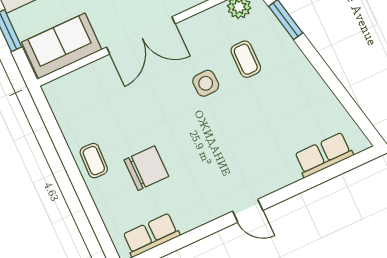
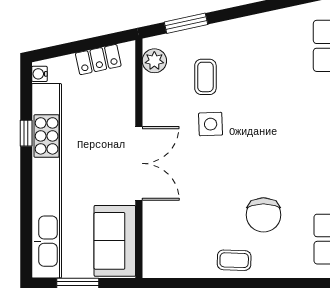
coffee table: (246, 59) -> (205, 77), turned 90
chair: (146, 168) -> (263, 215), turned 180

